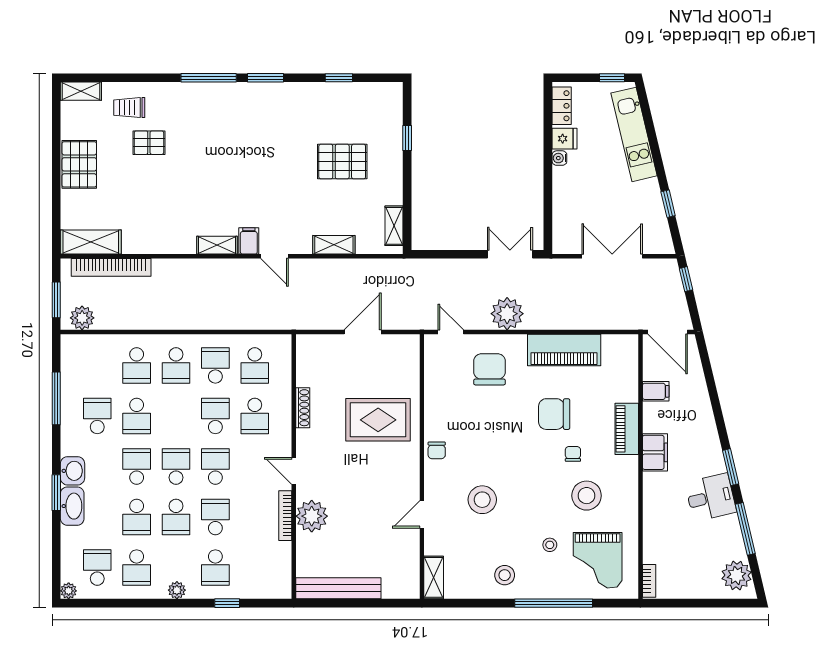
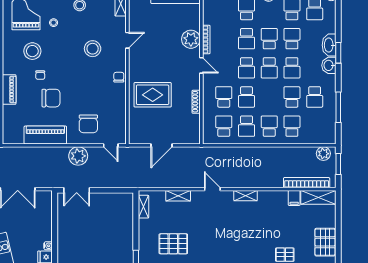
filing cabinet: (249, 241) -> (294, 198), moved

